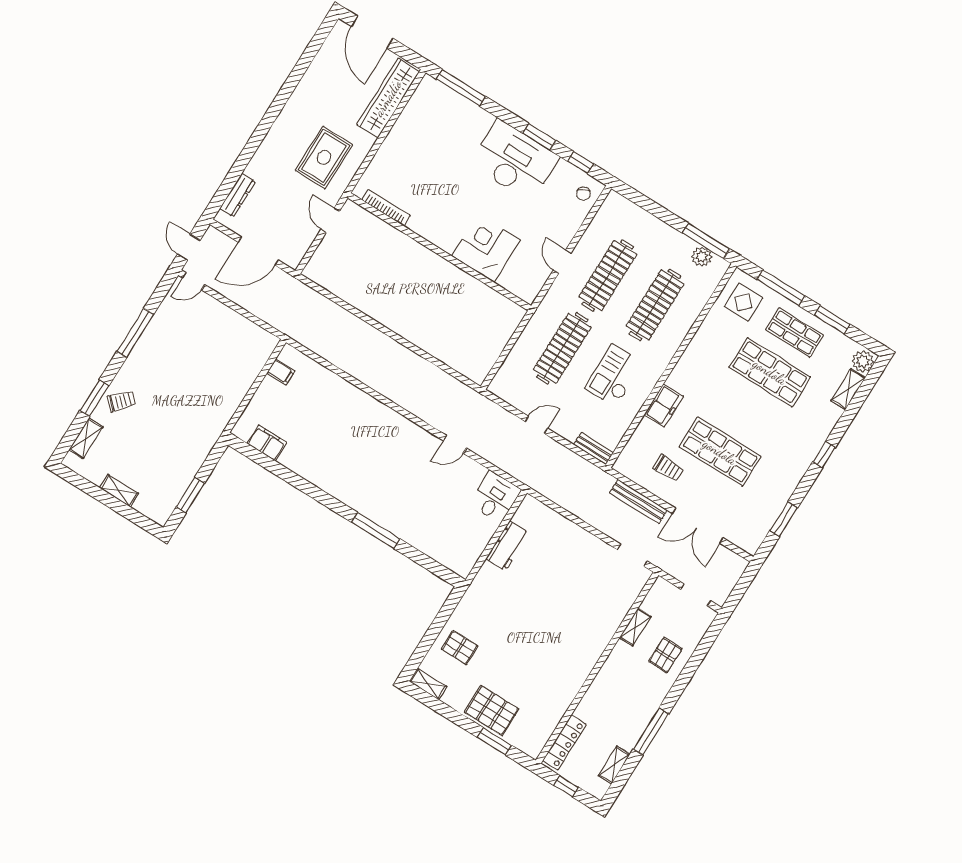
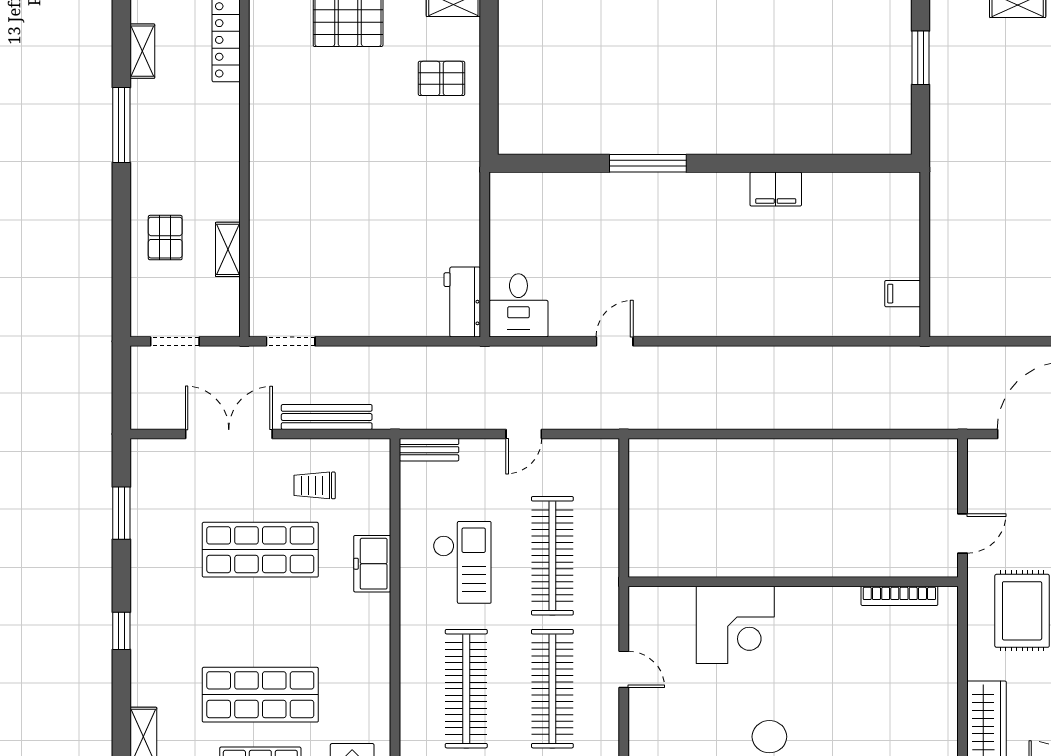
door: (330, 220) -> (962, 533), hinge flipped
filing cabinet: (267, 443) -> (776, 189), moved
workbench: (507, 546) -> (462, 302), moved

